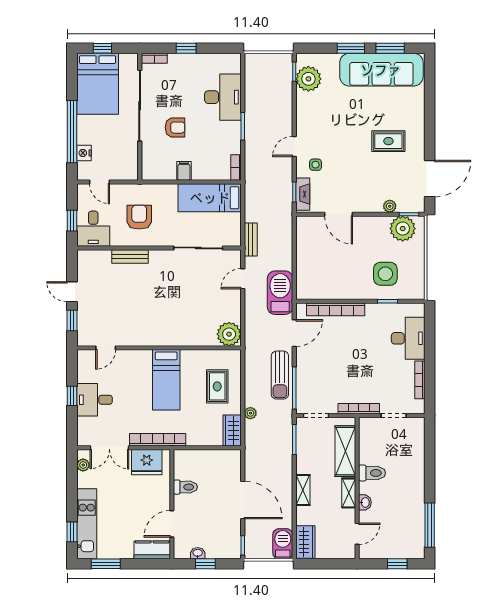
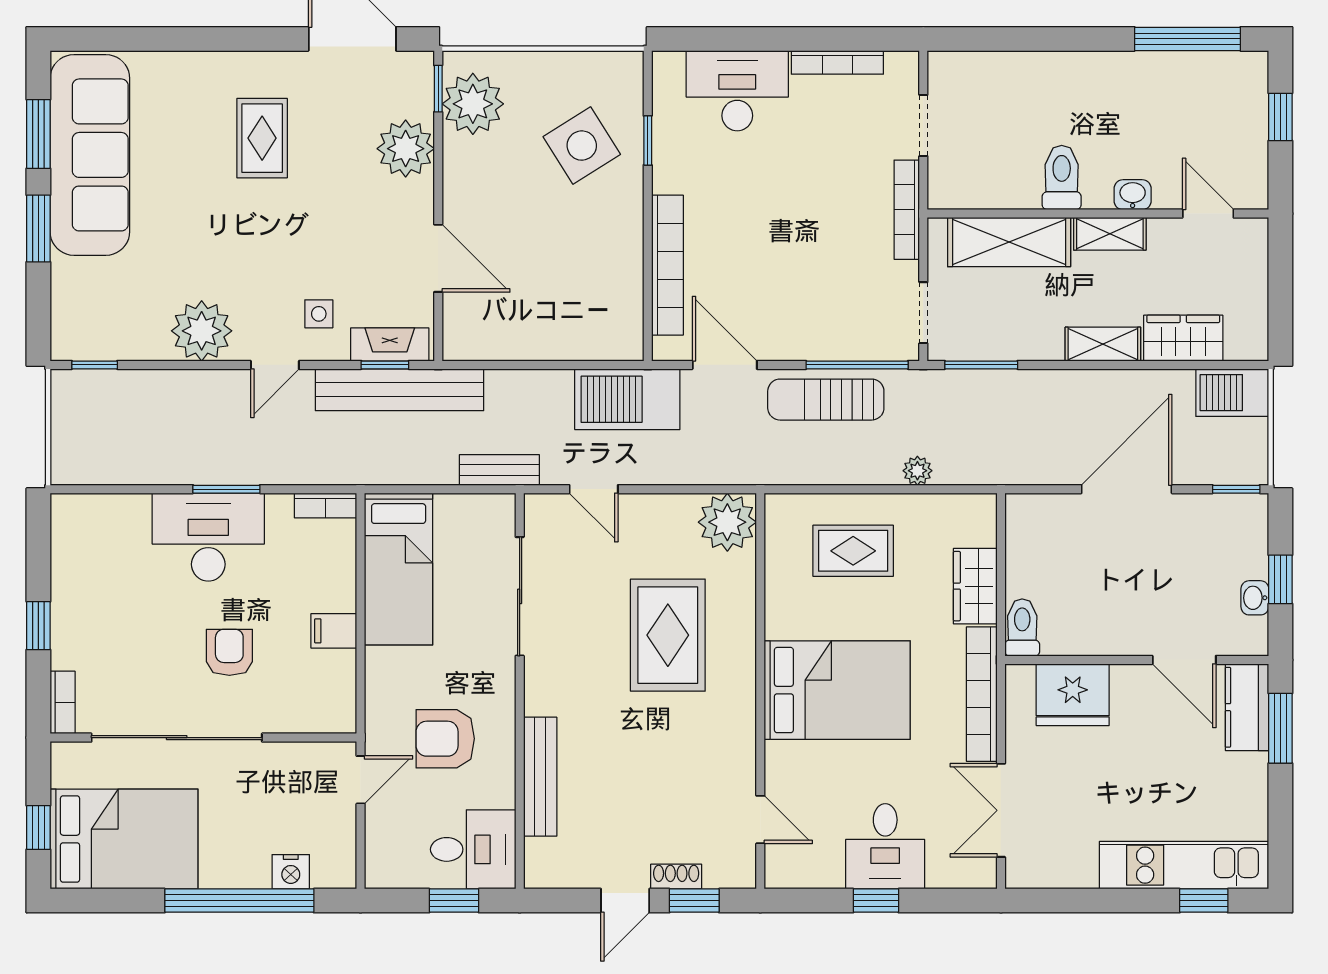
plant: (308, 79) -> (202, 331), moved
desk: (223, 97) -> (208, 537), moved
door: (294, 146) -> (275, 365), hinge flipped
door: (99, 182) -> (361, 780), moved
bench: (284, 198) -> (400, 390), added
plant: (390, 206) -> (406, 149), width x1.88, depth x1.88
door: (339, 214) -> (438, 258), hinge flipped
bench: (130, 257) -> (540, 777), width x1.36
side table: (385, 274) -> (582, 146), turned -32
rug: (182, 309) -> (668, 635), added
shoe rack: (82, 313) -> (676, 877), added
sun lounger: (280, 375) -> (826, 400), turned 180
bed: (166, 380) -> (837, 690), width x1.50
wardrobe: (232, 431) -> (975, 586), moved, turned 90
double door: (109, 448) -> (1001, 810), swing flipped
fridge: (147, 462) -> (1073, 695), moved, turned 90
plant: (83, 465) -> (1042, 874), removed
toilet: (185, 487) -> (1022, 627), moved
wardrobe: (305, 542) -> (1183, 338), moved
window: (106, 564) -> (1280, 728), moved

